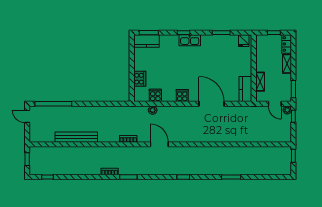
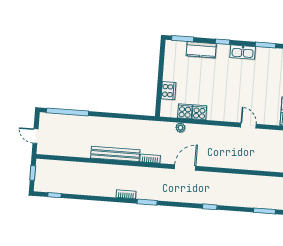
kitchen sink: (190, 40) -> (243, 52), moved
kitchen counter: (146, 41) -> (201, 50), moved
cooker: (182, 96) -> (199, 112), moved
door: (212, 104) -> (248, 126), width x0.53
door: (27, 116) -> (35, 136), moved
bench: (76, 137) -> (115, 154), moved
door: (159, 144) -> (185, 168), hinge flipped

